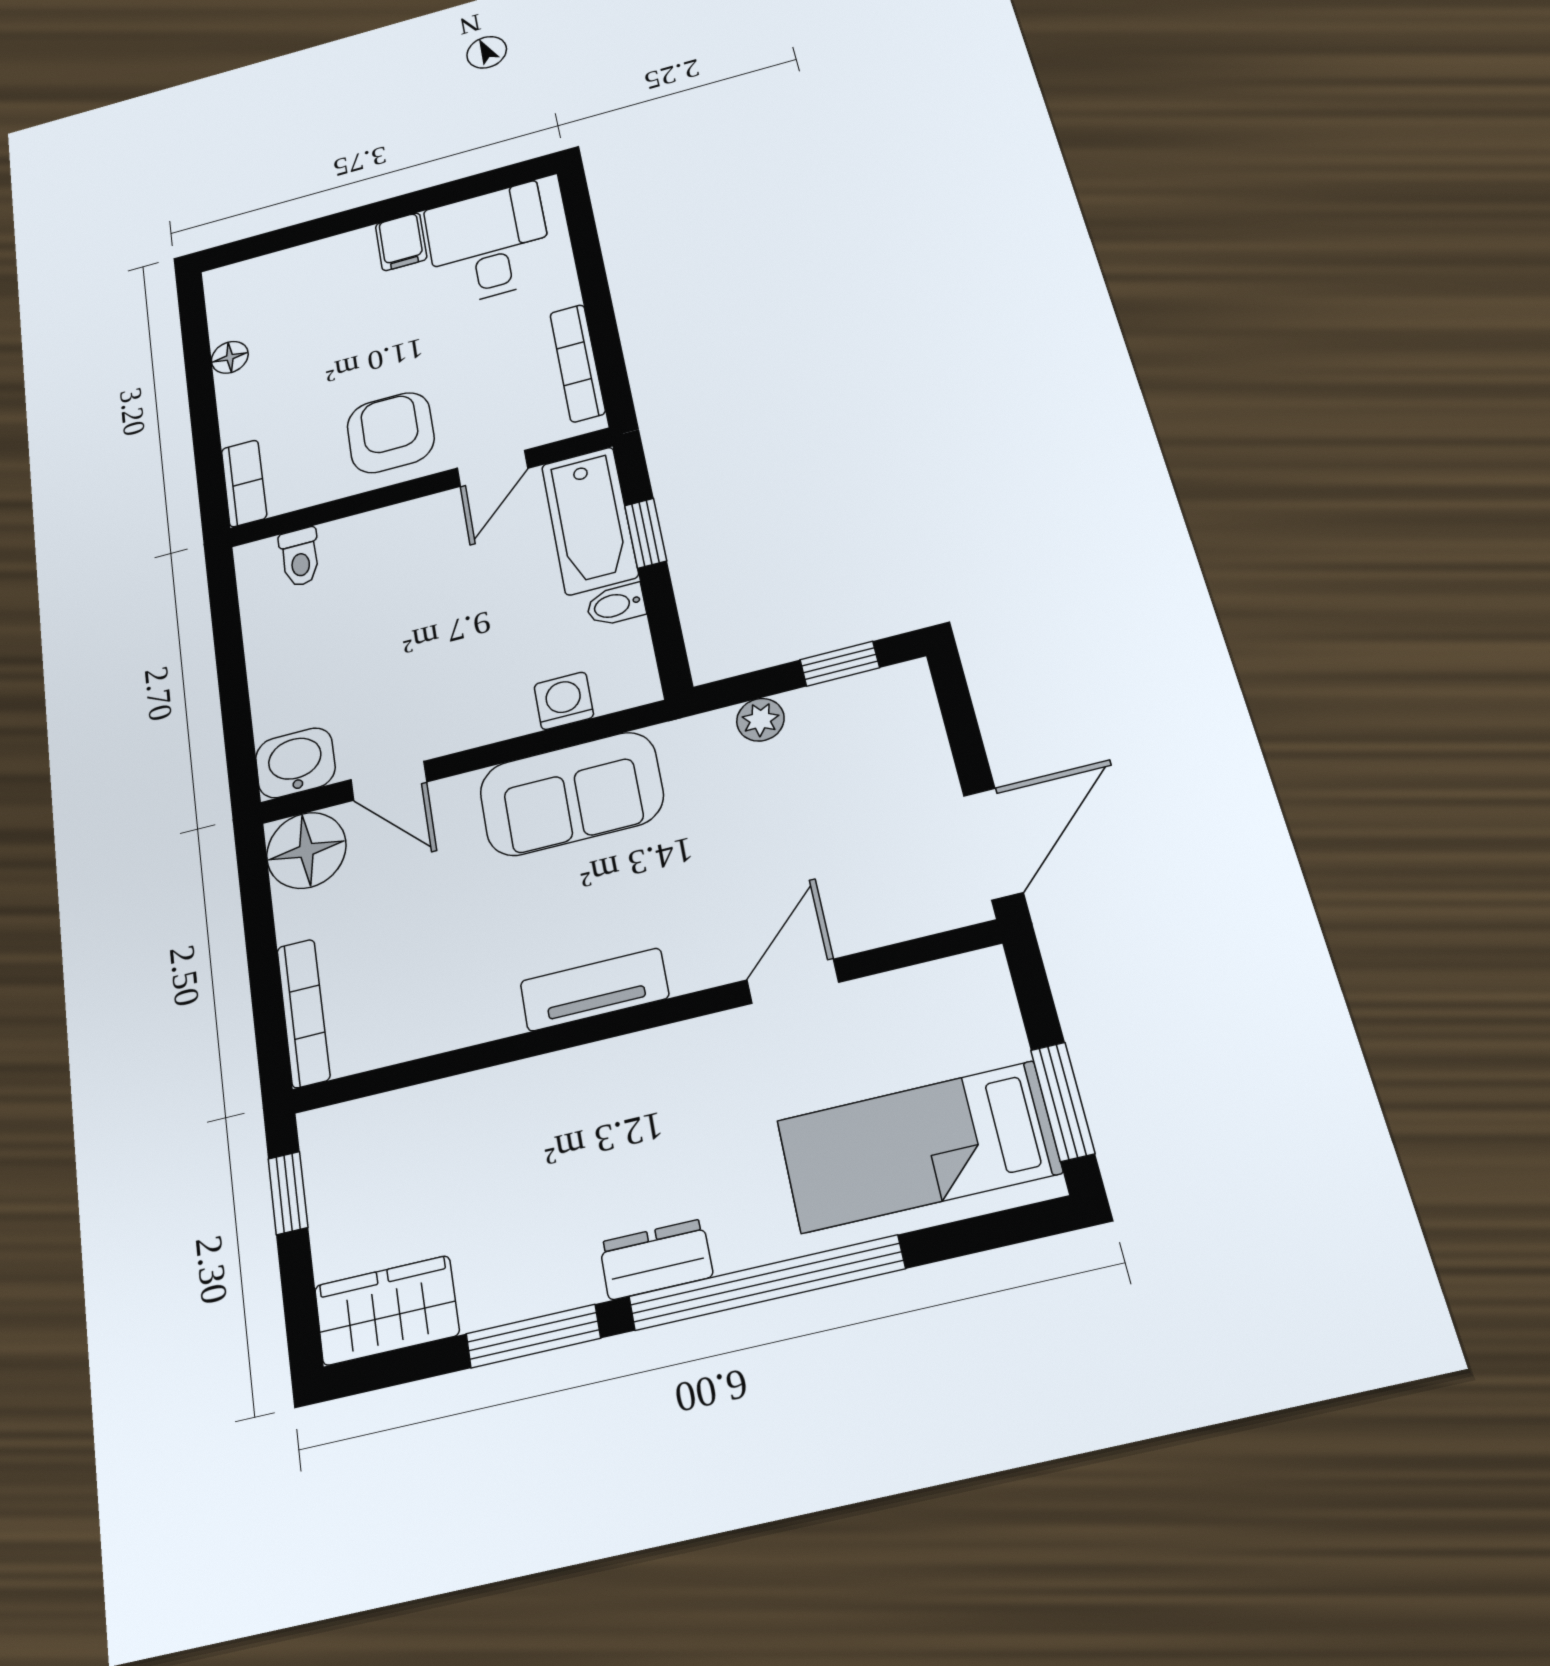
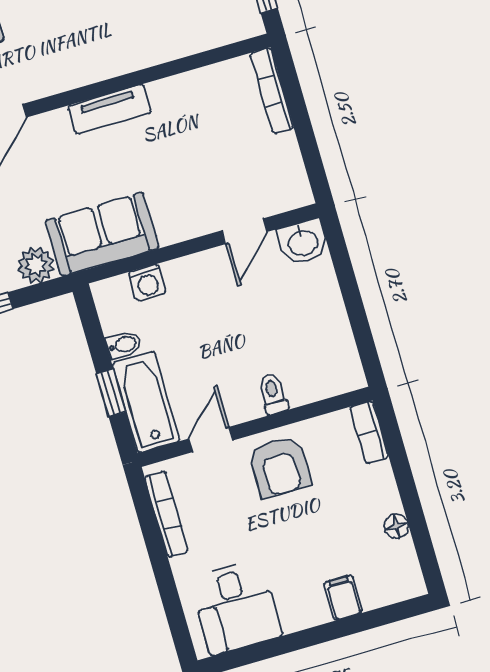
filing cabinet: (401, 242) -> (343, 598), moved
toilet: (300, 557) -> (273, 394), moved
plant: (760, 720) -> (36, 265), width x1.38, depth x1.38
door: (389, 781) -> (244, 231), swing flipped
sofa: (571, 794) -> (102, 234), moved
floor lamp: (306, 850) -> (287, 187), removed

